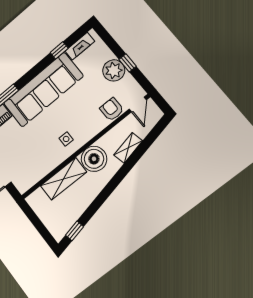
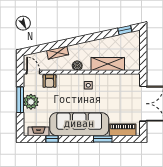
window: (128, 63) -> (20, 100), width x2.17
door: (138, 105) -> (33, 72), hinge flipped
boiler: (94, 159) -> (77, 66), width x0.54, depth x0.54

